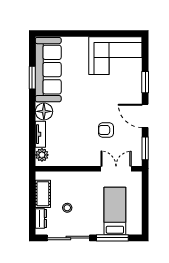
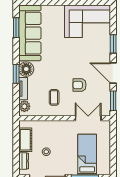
window: (32, 78) -> (16, 28), moved
window: (32, 117) -> (16, 74), added
coffee table: (76, 144) -> (54, 97), added

